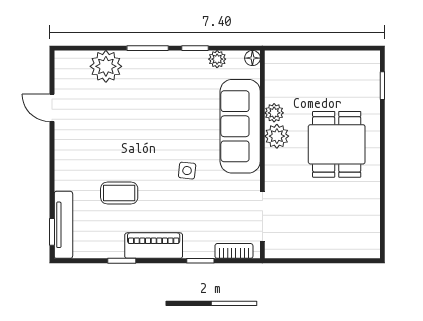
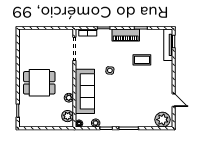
plant: (106, 66) -> (163, 120), moved
plant: (277, 136) -> (68, 116), moved
dining table: (337, 144) -> (39, 83), turned 90

